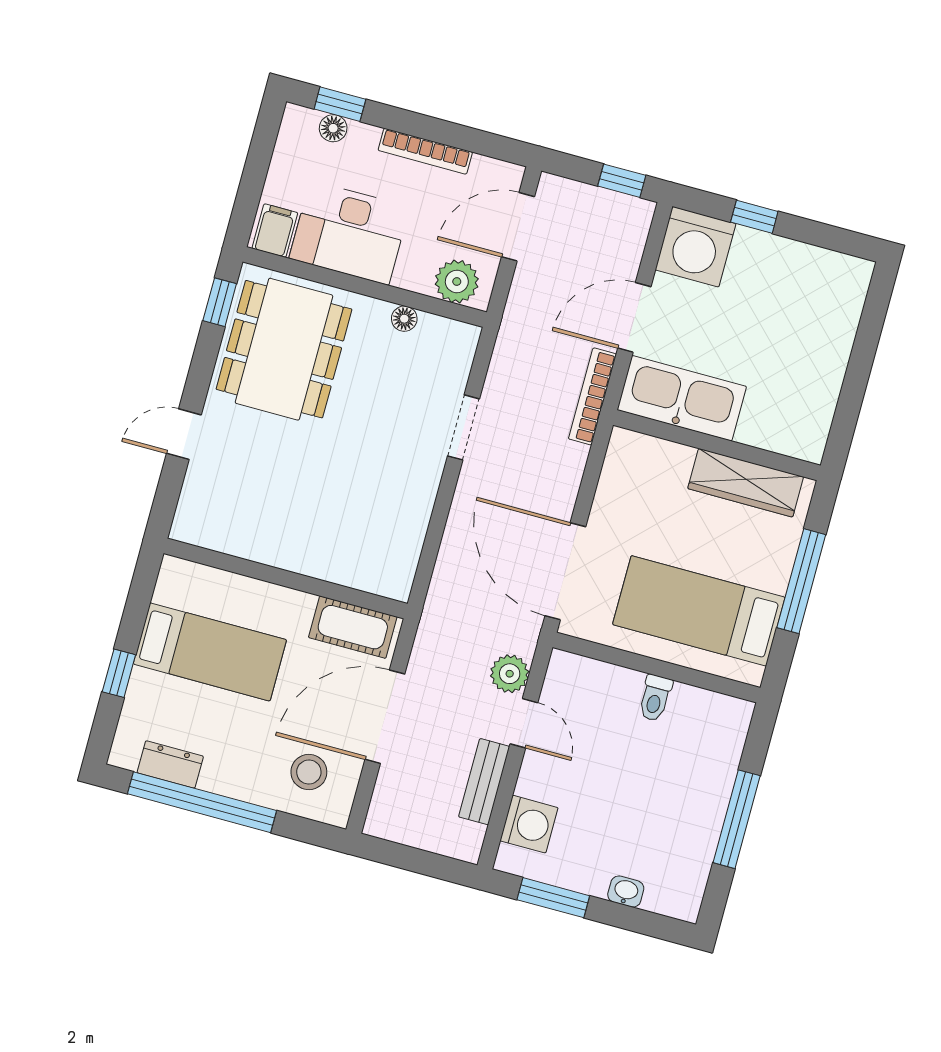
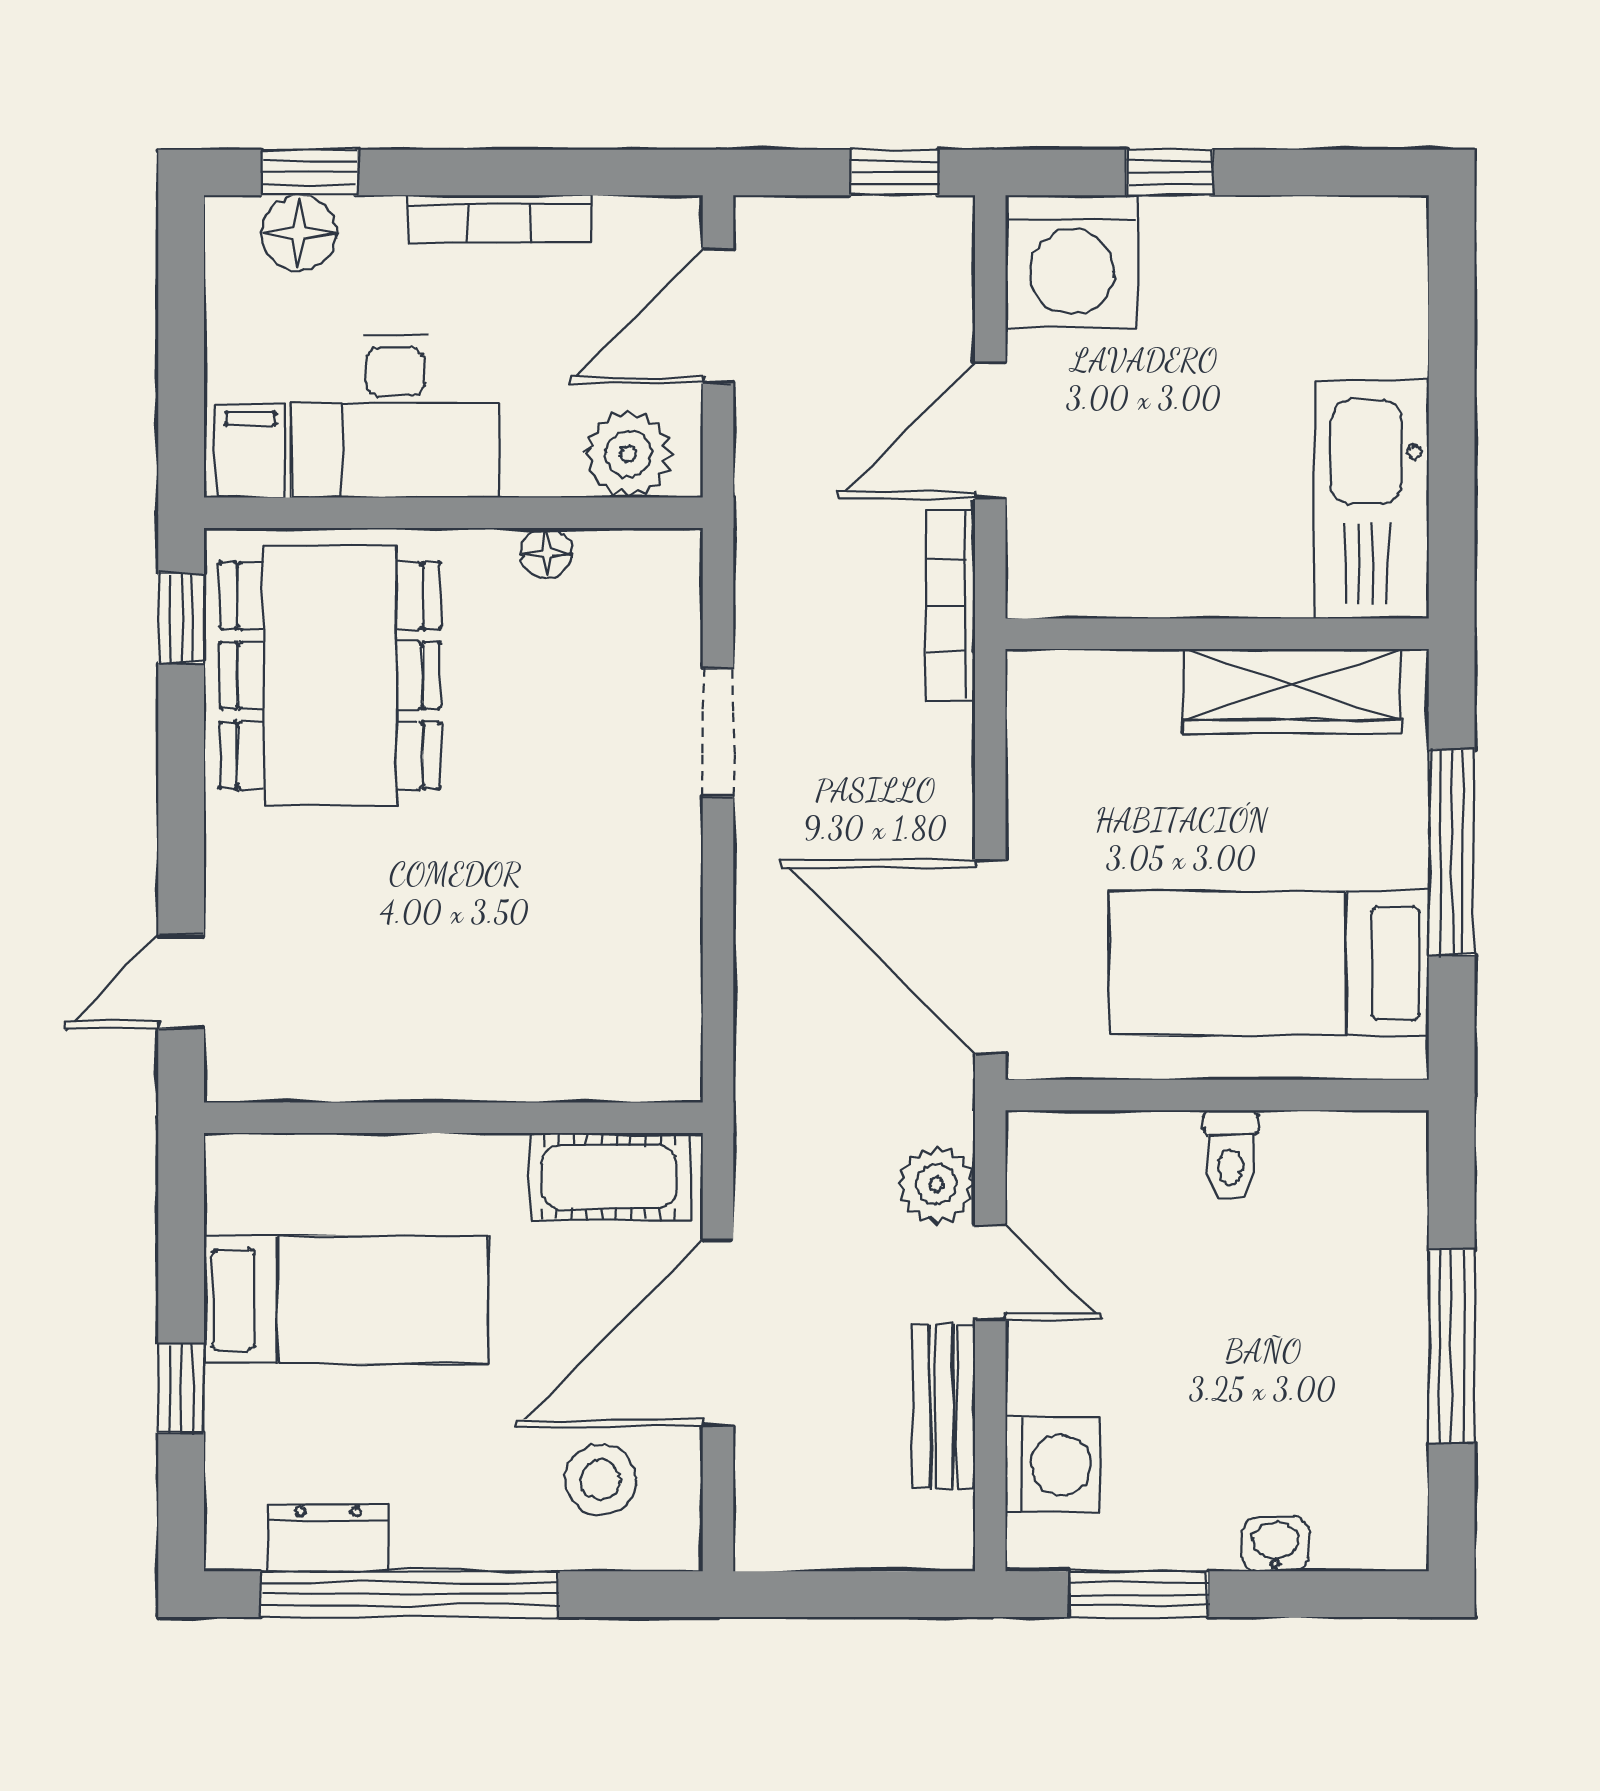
floor lamp: (333, 128) -> (299, 233), width x1.37, depth x1.37
kitchen sink: (682, 398) -> (1372, 500), moved, turned -90
door: (184, 434) -> (181, 981), moved

